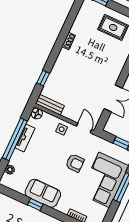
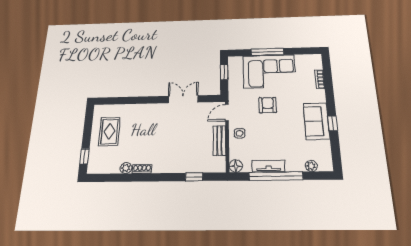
plant: (75, 29) -> (126, 168), added
bench: (50, 105) -> (219, 141), moved

